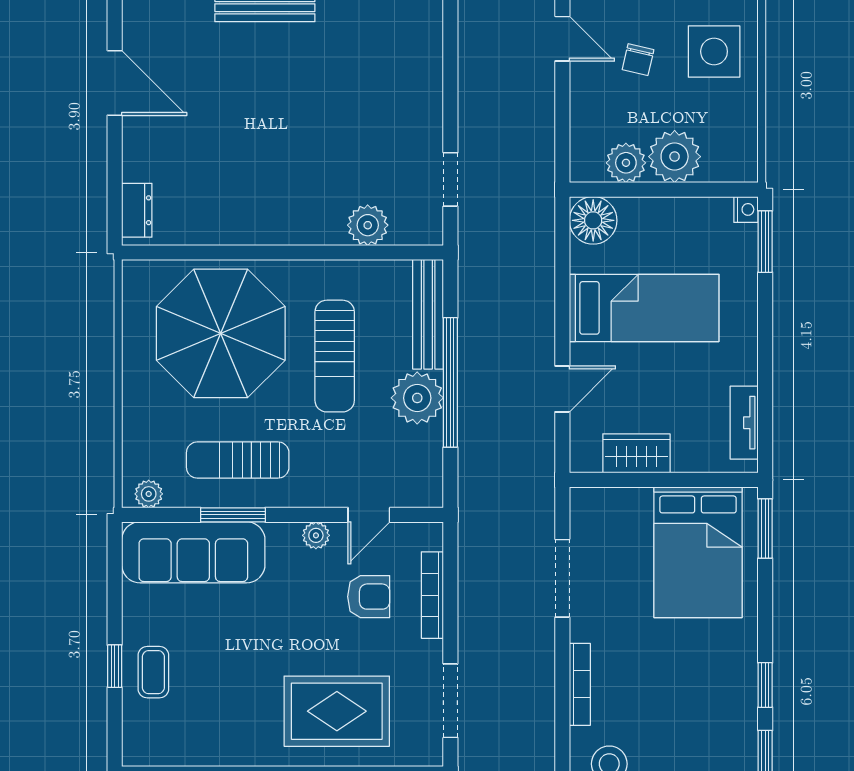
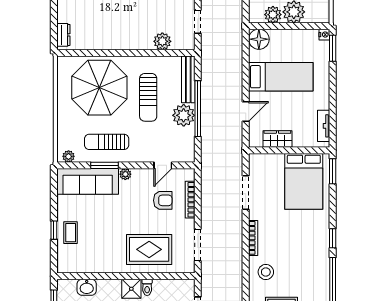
plant: (316, 535) -> (125, 174), moved

